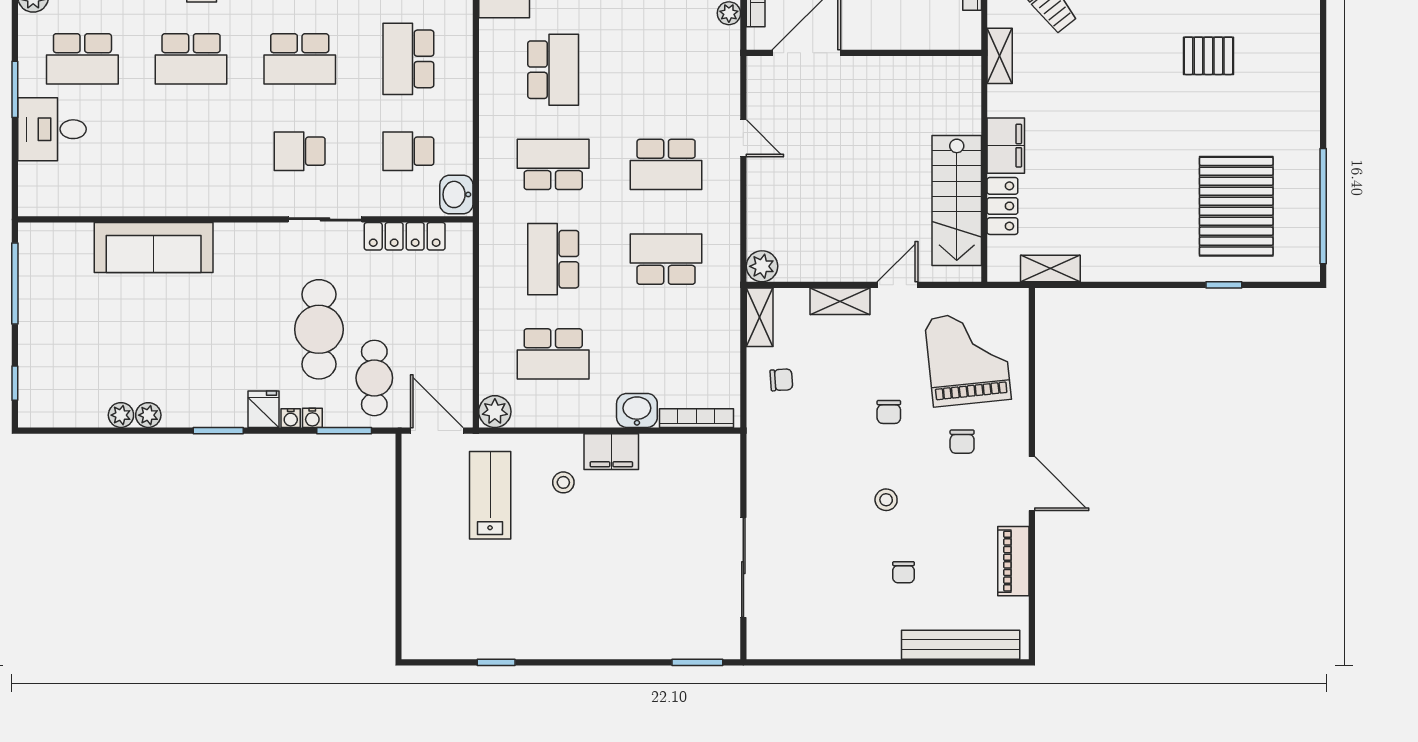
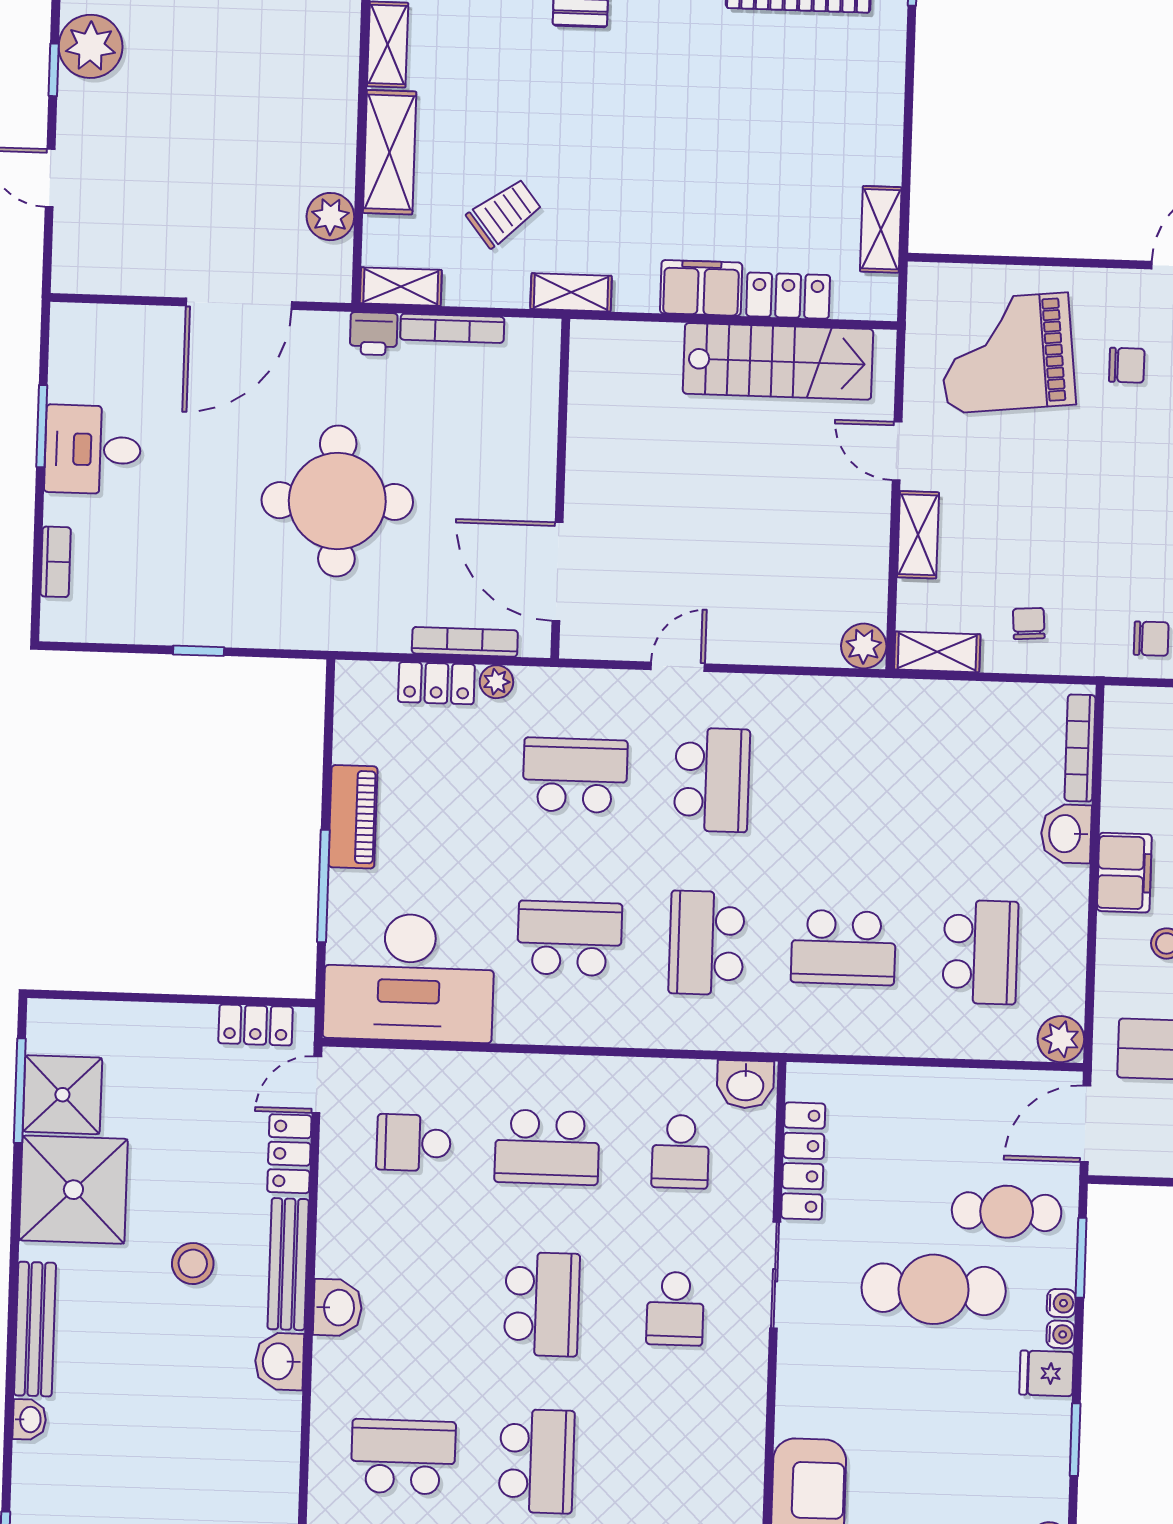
school desk: (666, 259) -> (575, 775), moved, turned 90
chair: (889, 412) -> (1151, 639), moved

